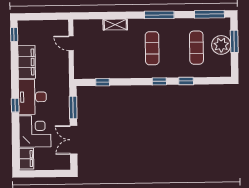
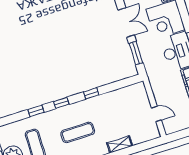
exercise mat: (152, 48) -> (78, 132), turned 90
window: (103, 82) -> (91, 93), moved

